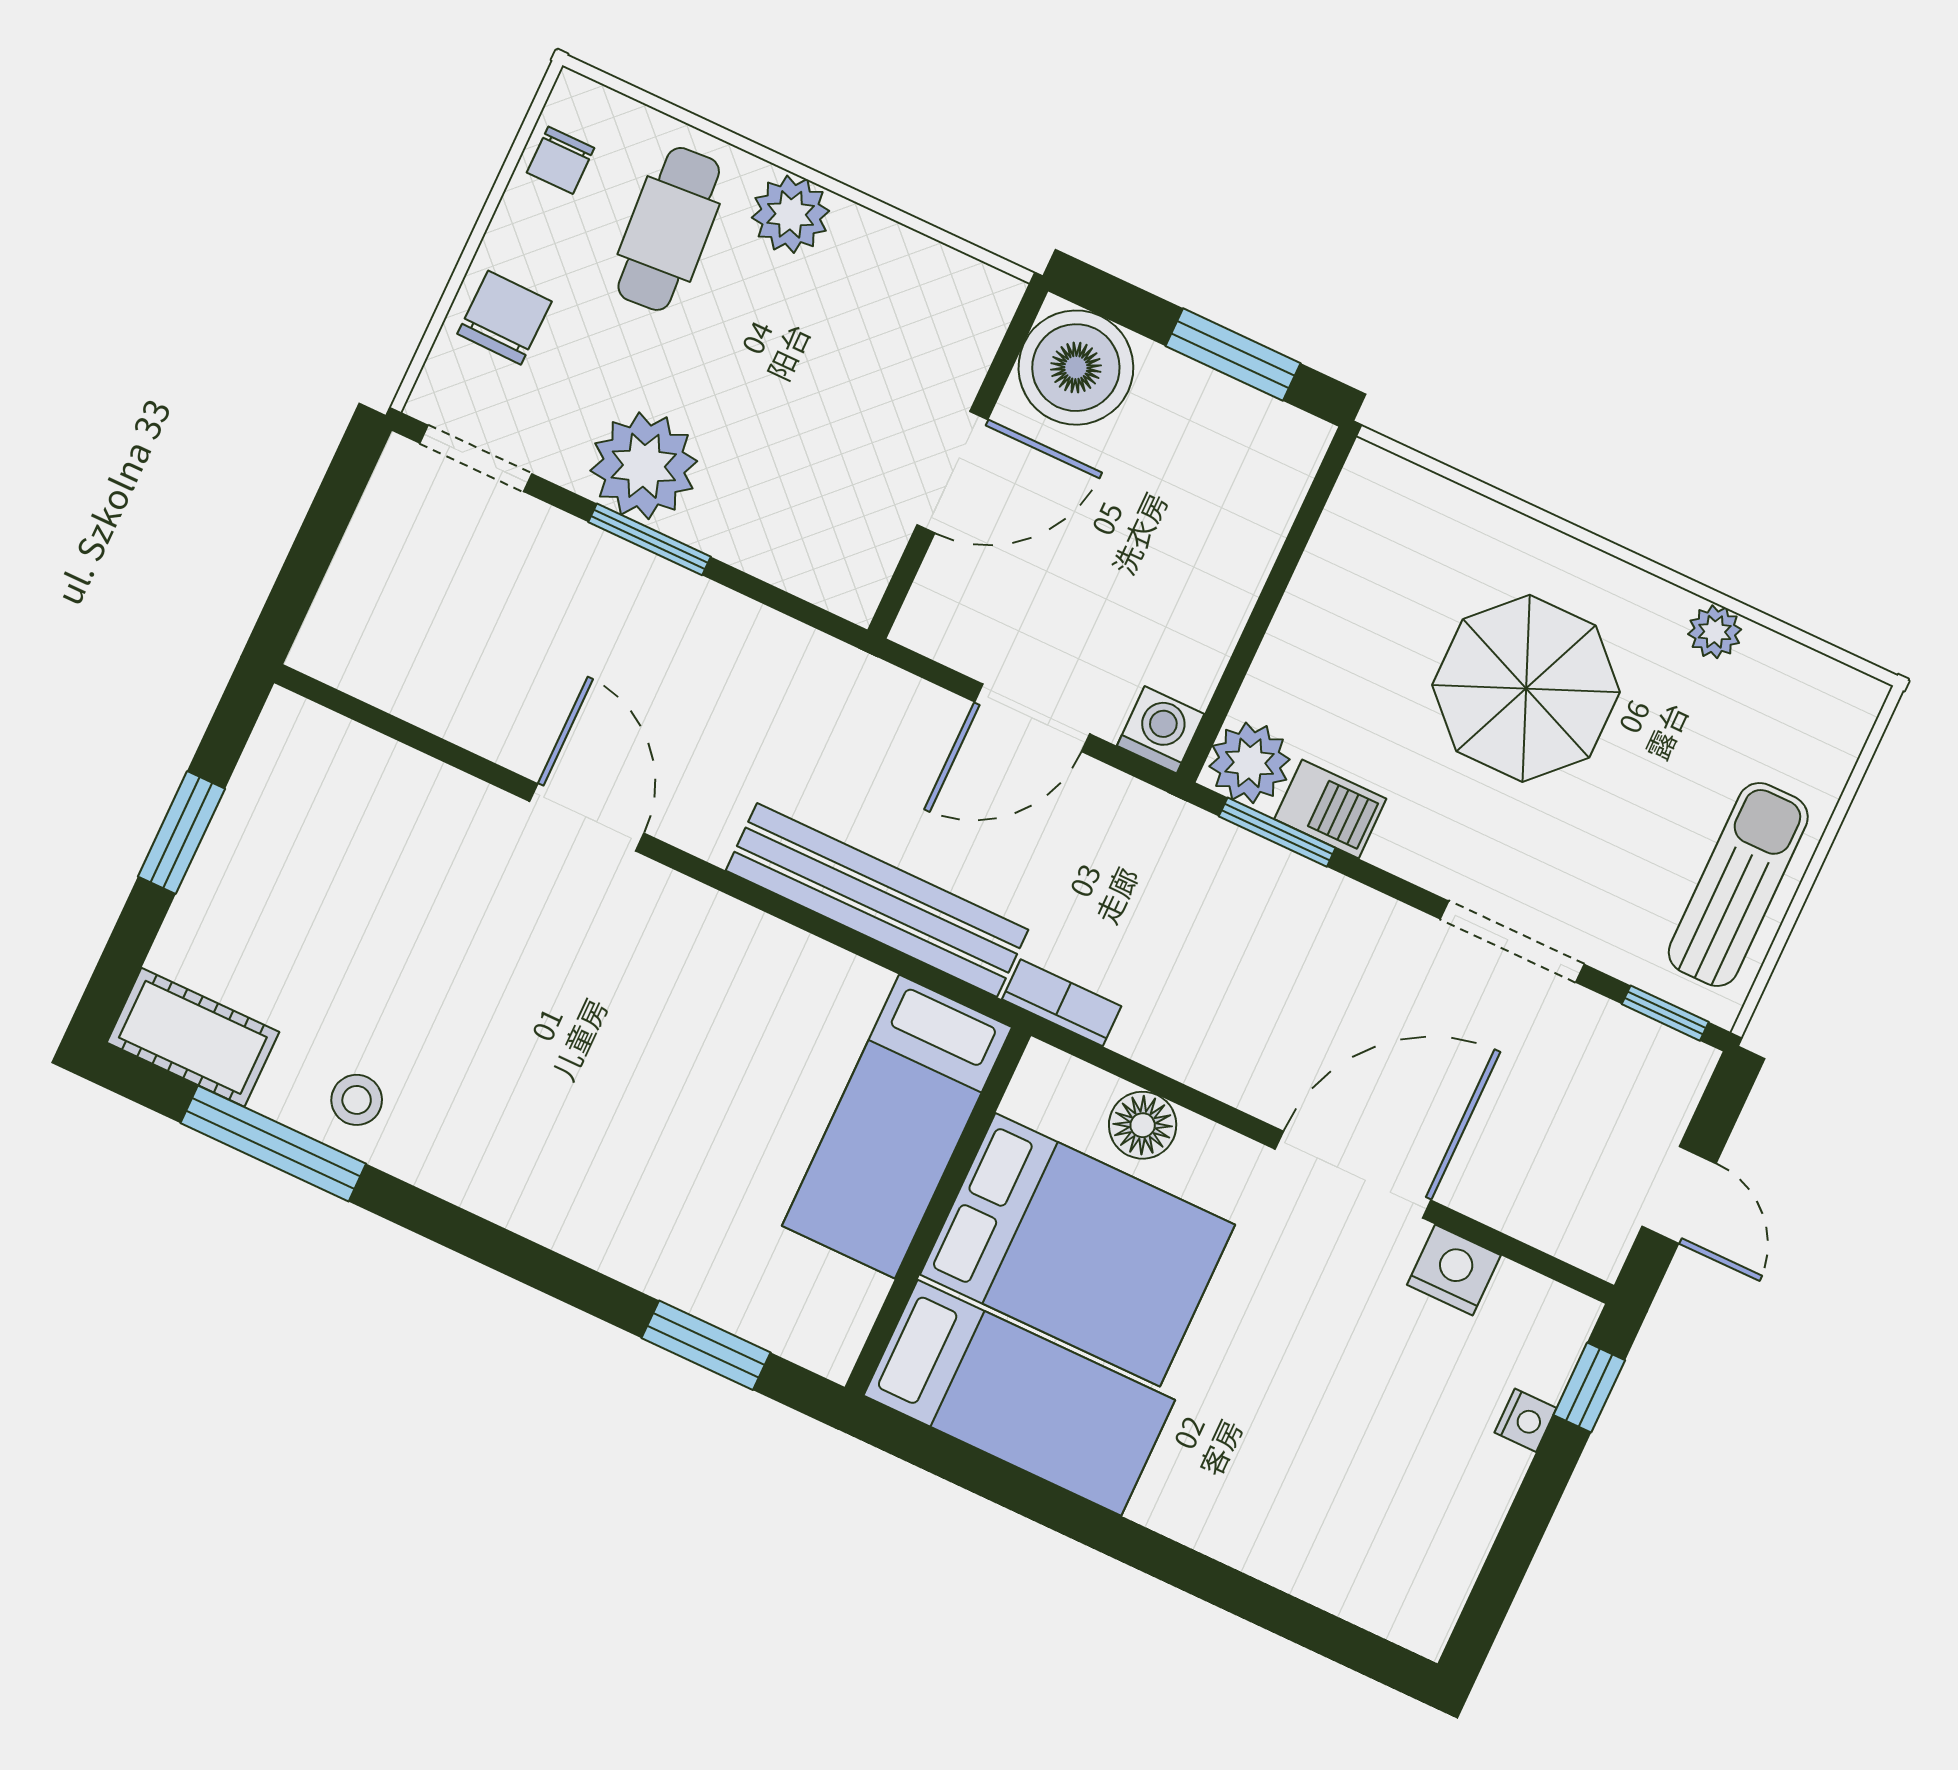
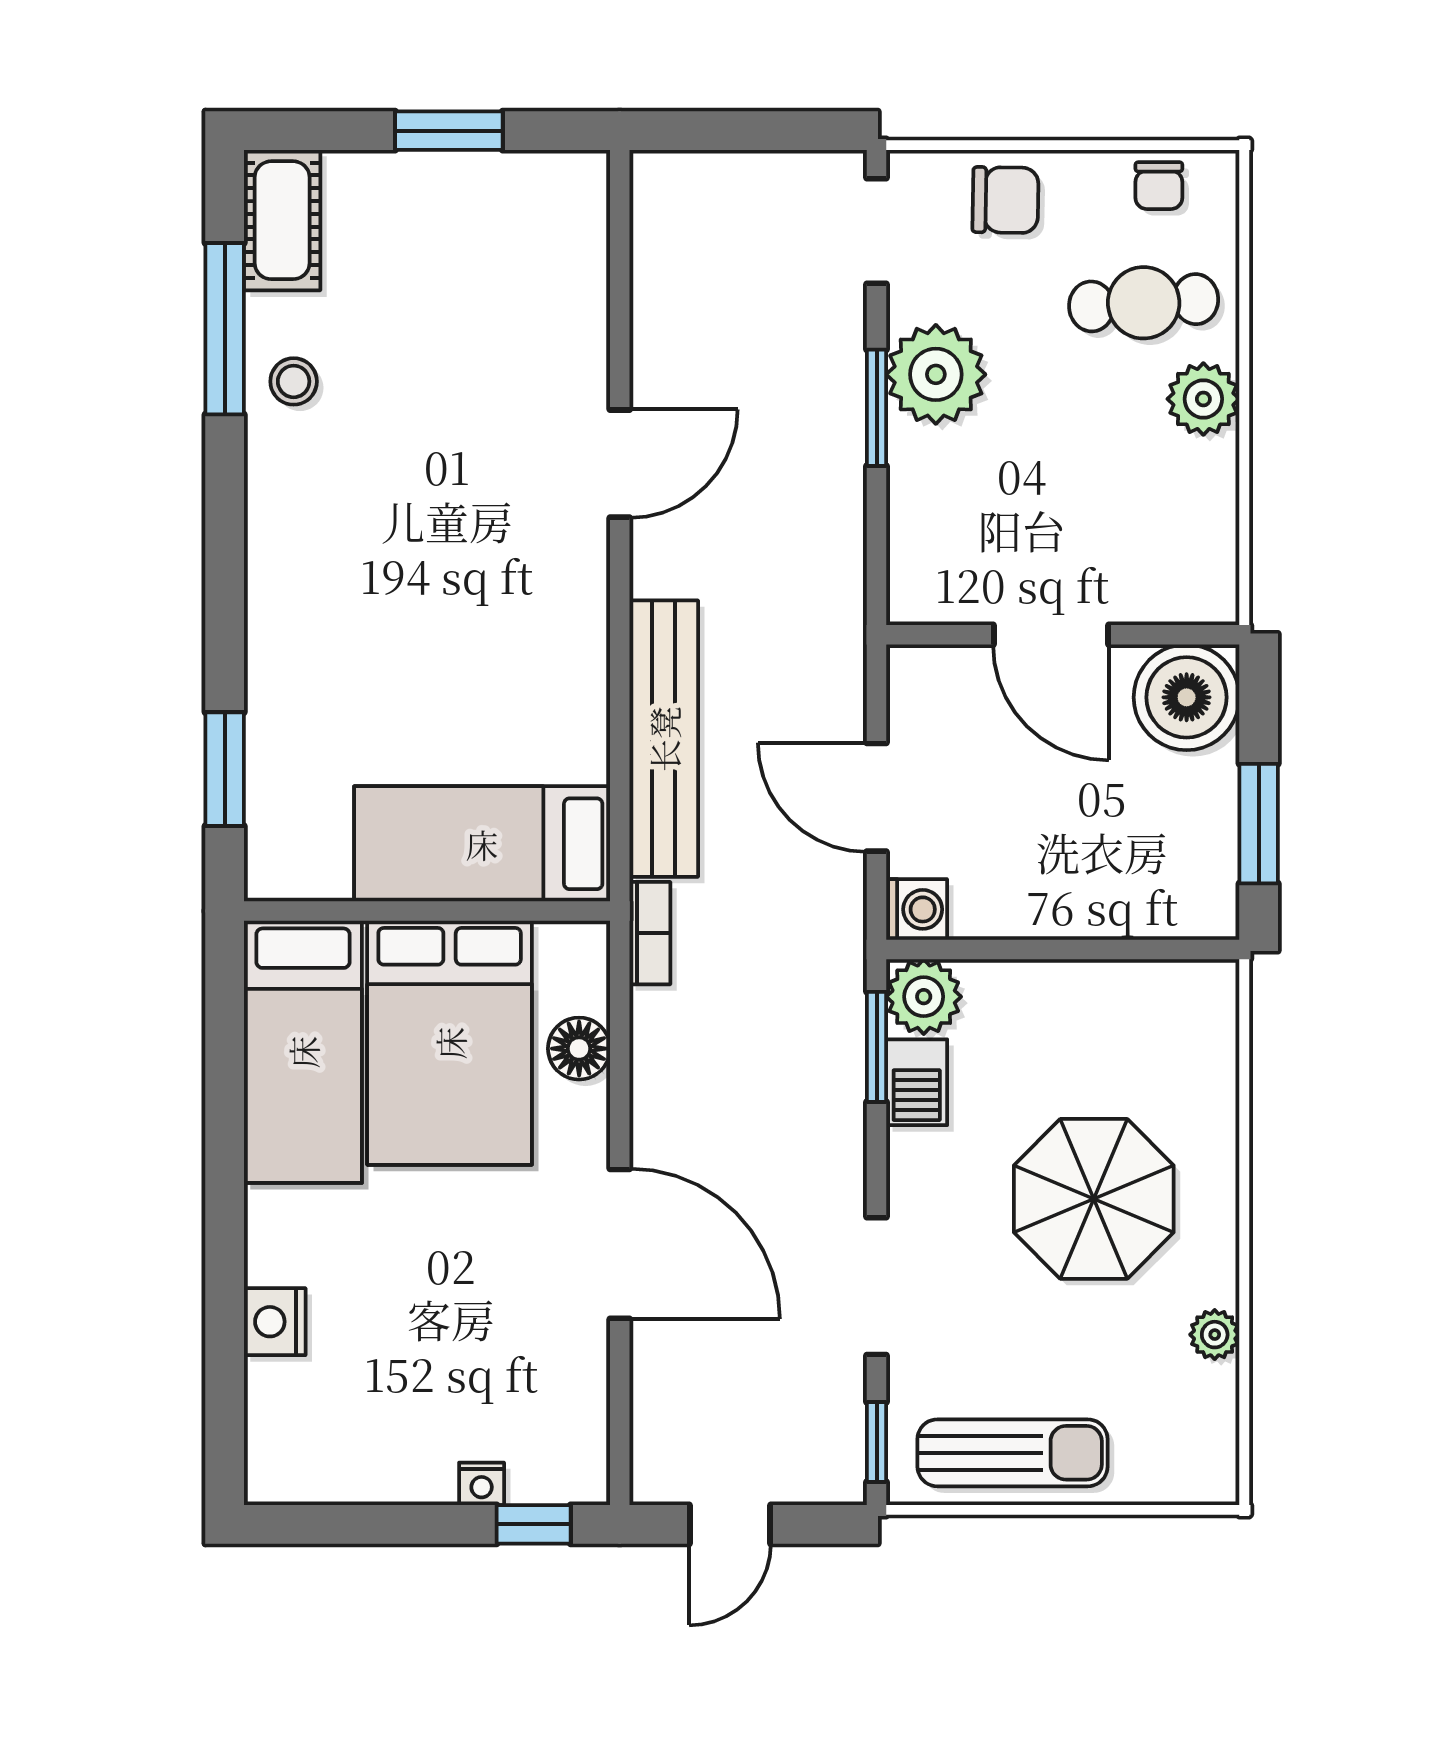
chair: (561, 160) -> (1159, 186), turned -90
nightstand: (1454, 1270) -> (275, 1322), moved, turned 180

